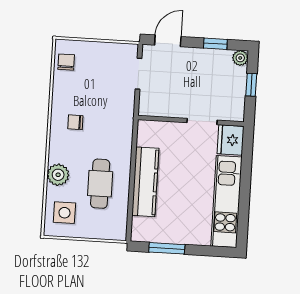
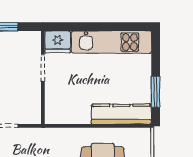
kitchen counter: (145, 182) -> (121, 114), moved

